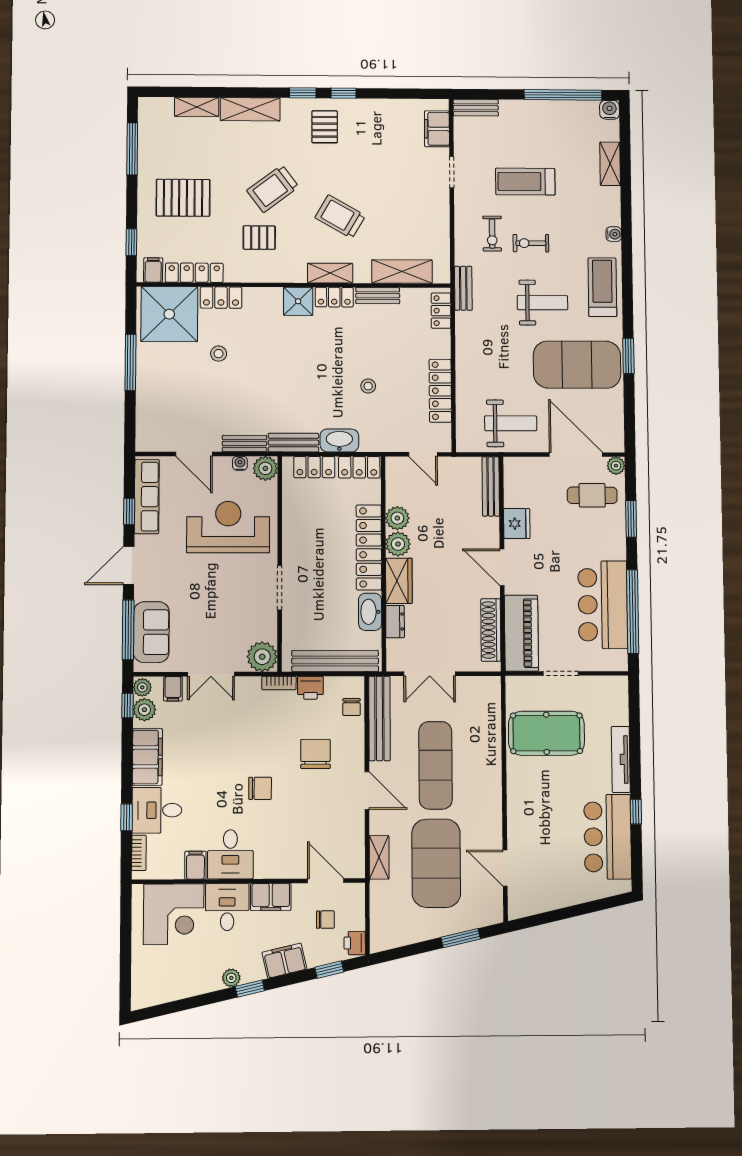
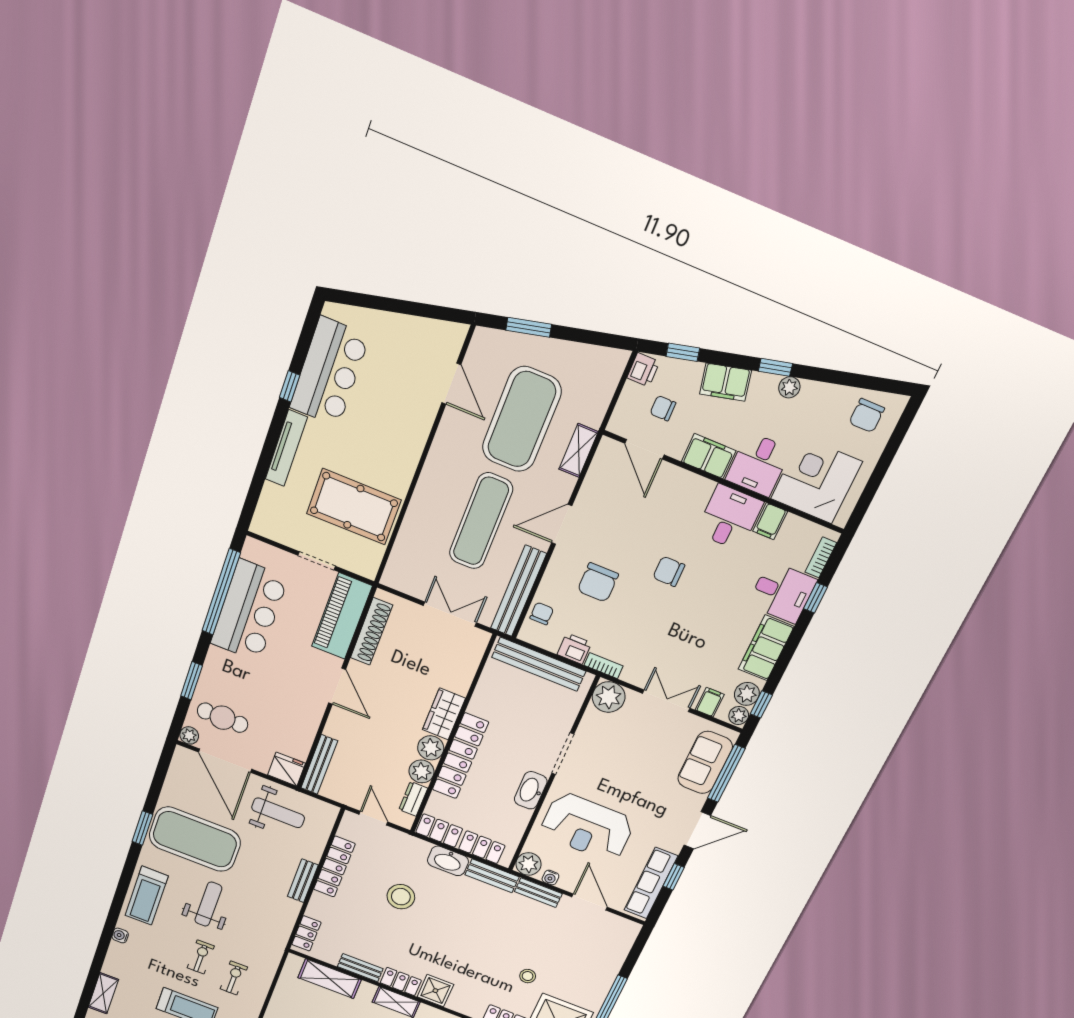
exercise bike: (531, 243) -> (201, 957), turned -90
bench: (463, 288) -> (303, 881), moved
weight bench: (542, 303) -> (208, 904), turned 90
stool: (368, 386) -> (401, 897), width x1.89, depth x1.89
weight bench: (511, 423) -> (278, 813), turned 180
fridge: (517, 524) -> (286, 769), moved, turned 90
washbasin: (370, 612) -> (531, 790), moved, turned 180
dresser: (395, 622) -> (413, 799), moved
door: (367, 791) -> (562, 524), hinge flipped
chair: (158, 982) -> (867, 415), added

